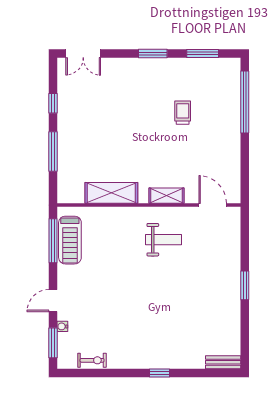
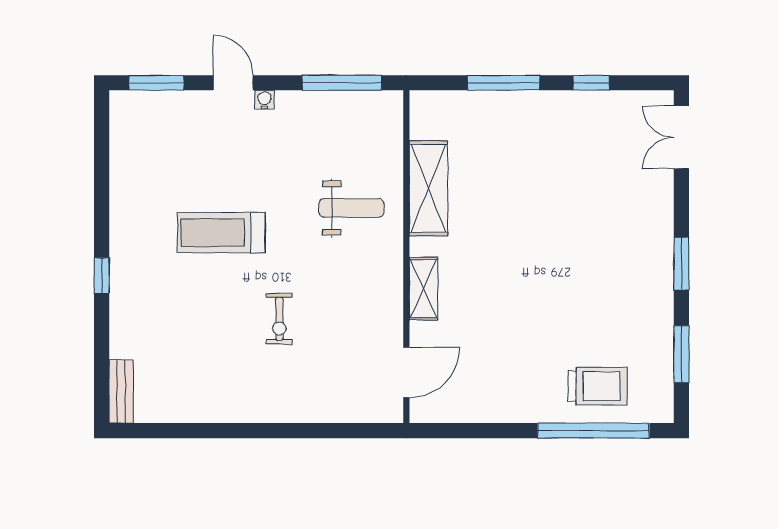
trolley: (183, 113) -> (597, 386), moved, width x1.36, depth x1.39
treadmill: (70, 240) -> (221, 233), moved
weight bench: (164, 240) -> (351, 208), moved, turned -90
window: (245, 285) -> (261, 431), removed
water cooler: (62, 326) -> (264, 100), moved
exercise bike: (92, 360) -> (279, 319), moved

